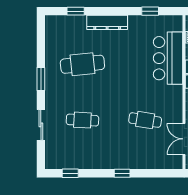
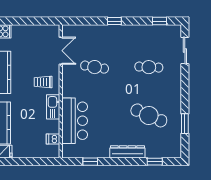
cafe table: (82, 64) -> (149, 115), turned 30
window: (41, 79) -> (185, 124), moved
sliding door: (41, 125) -> (185, 51), moved

